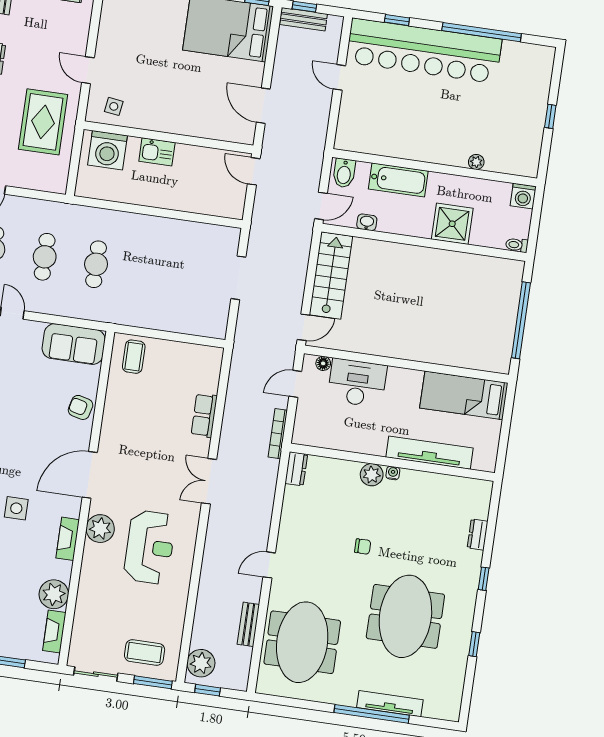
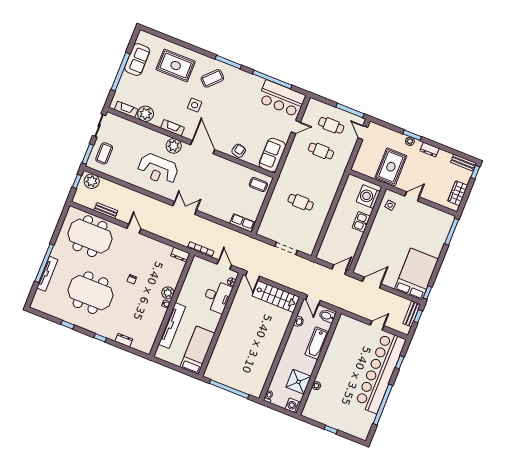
rug: (43, 122) -> (391, 167), turned 90
shower: (452, 224) -> (299, 382), moved
cafe table: (96, 264) -> (301, 202), moved
row of seats: (204, 415) -> (242, 223), moved

